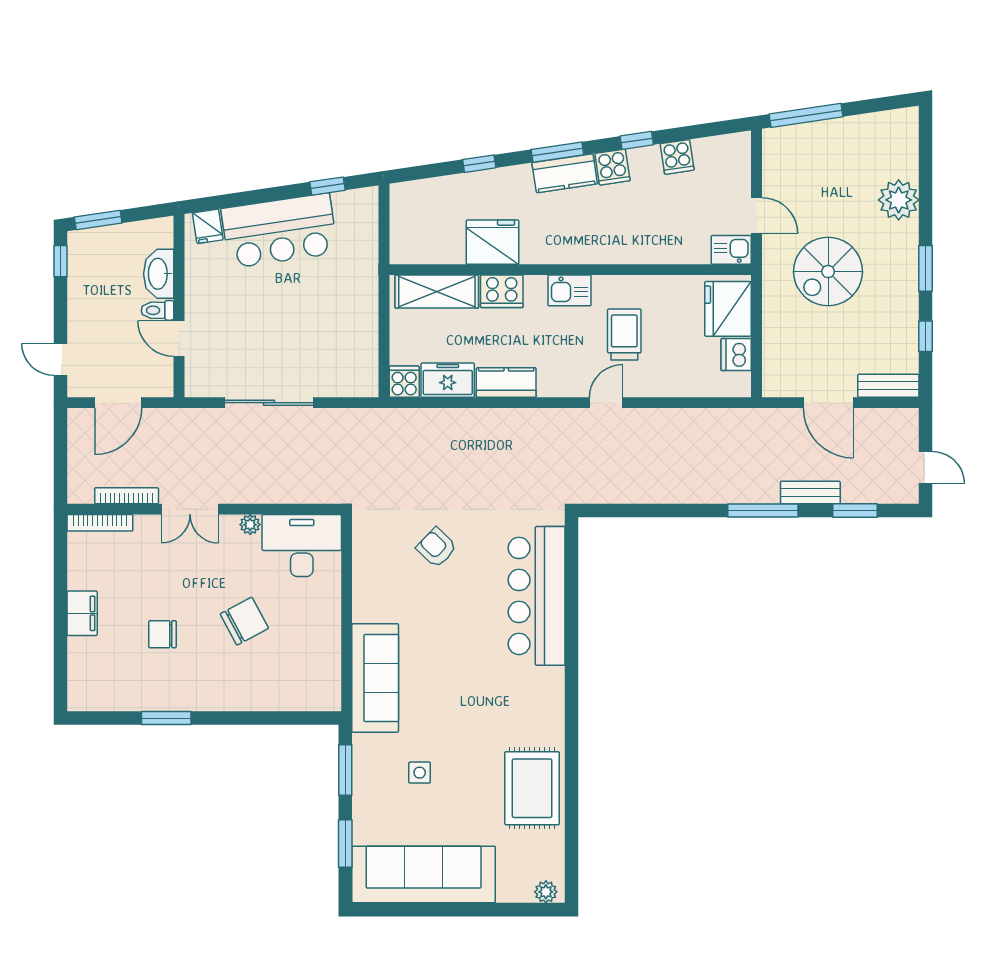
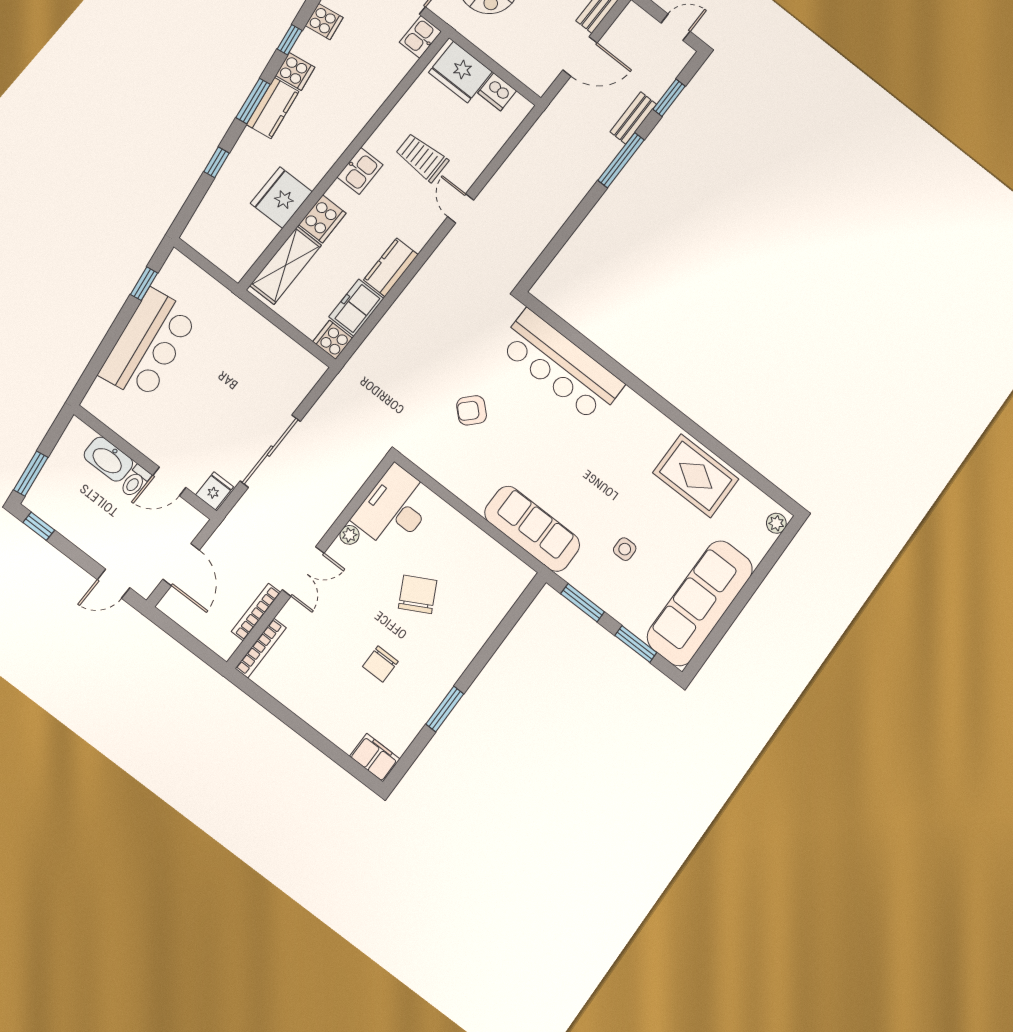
fridge: (208, 226) -> (215, 491), moved, turned -82
filing cabinet: (82, 613) -> (375, 758), moved

